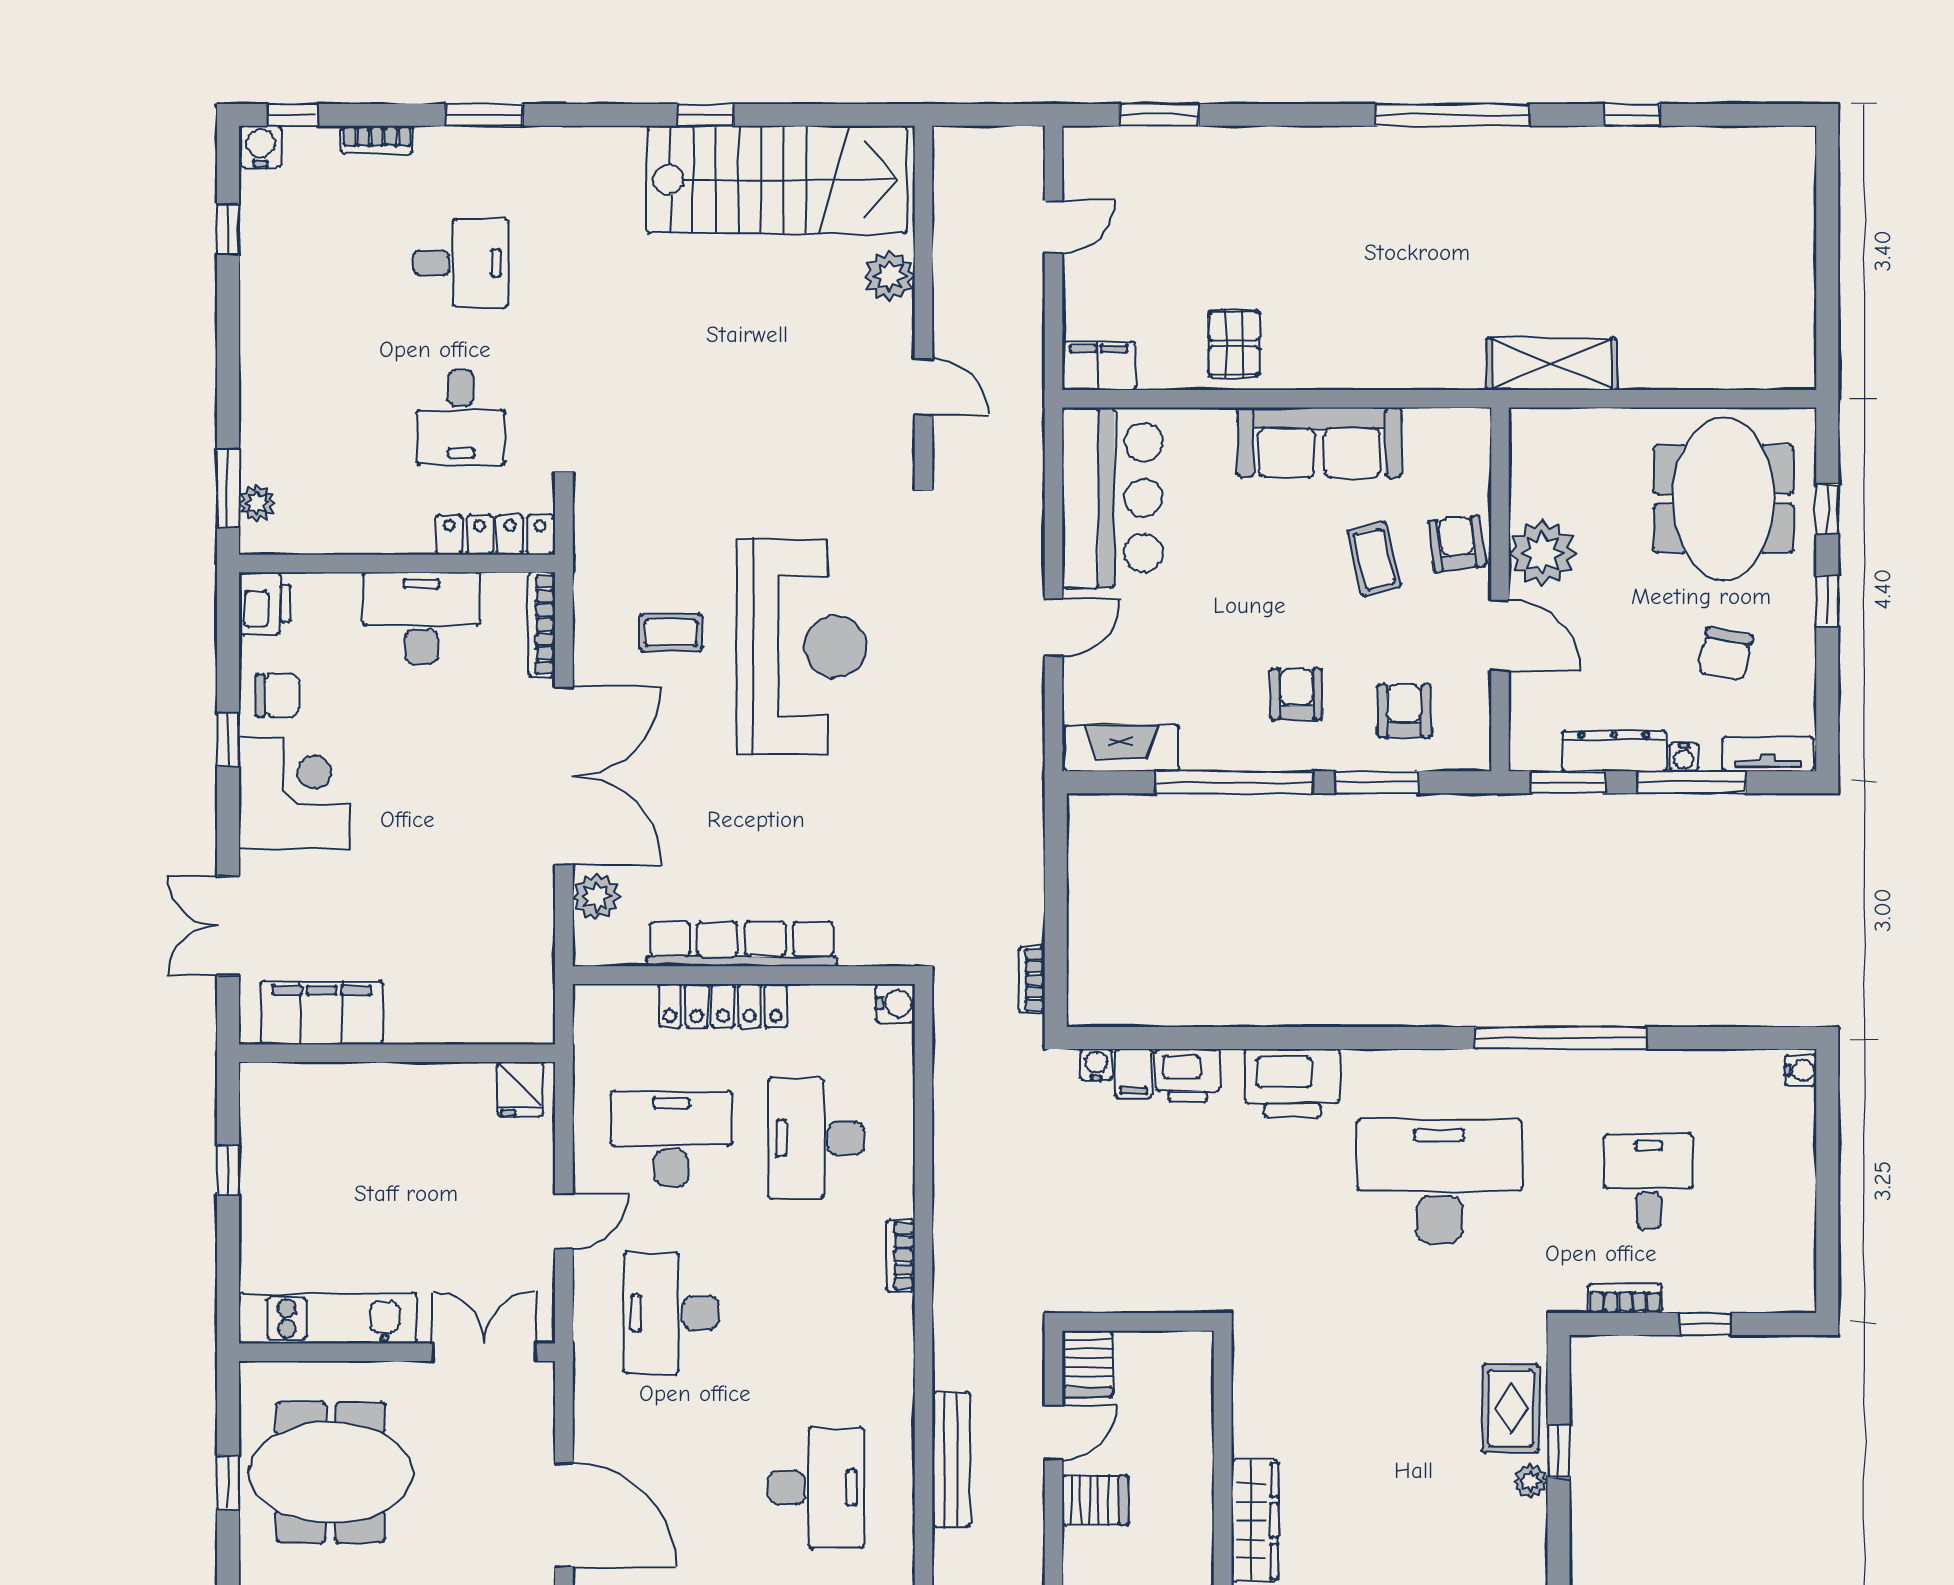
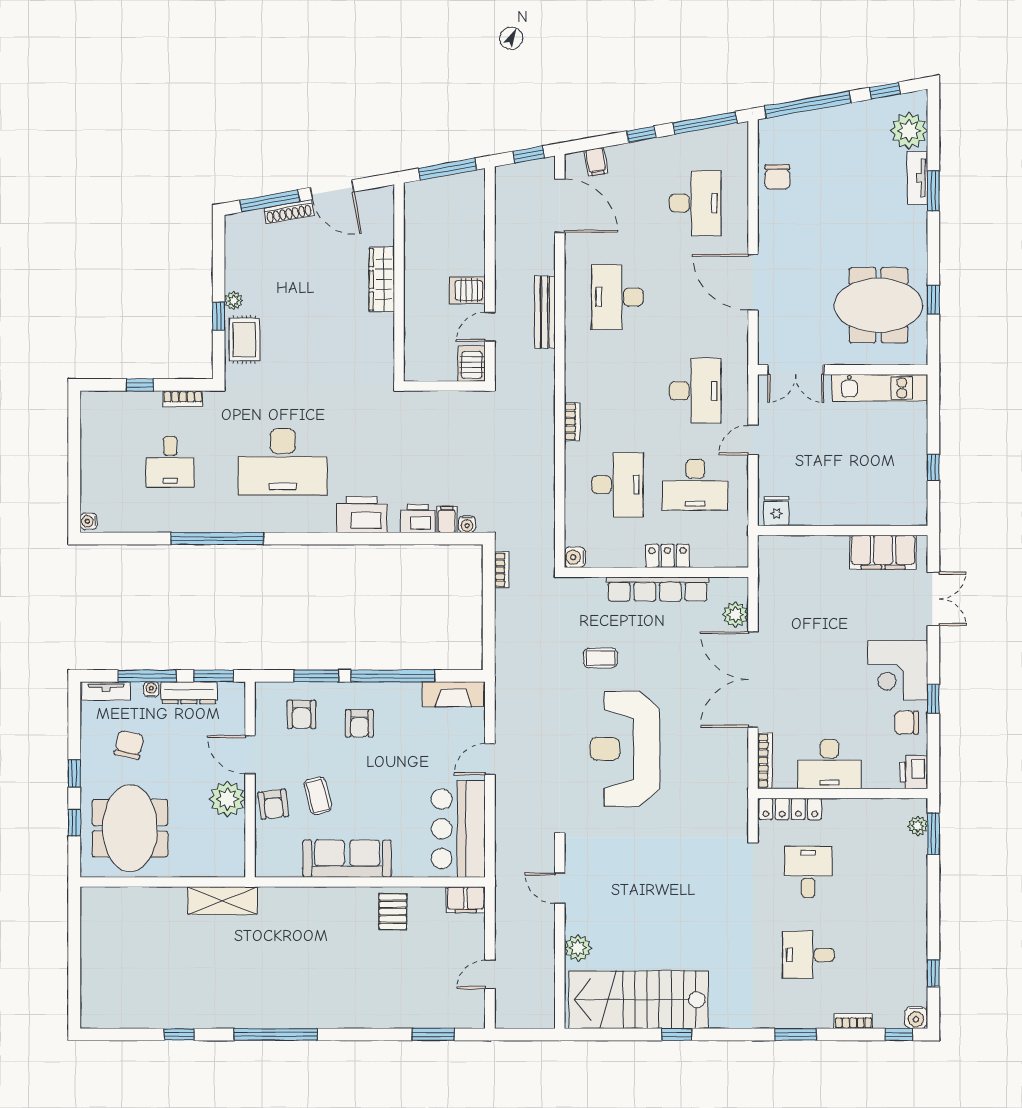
coffee table: (671, 633) -> (601, 658), moved
locker: (723, 1006) -> (667, 556), width x0.66

